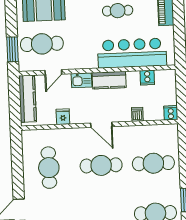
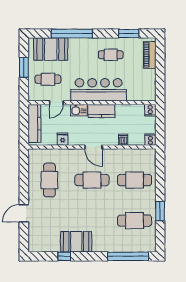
cafe table: (42, 44) -> (48, 79), width x0.73, depth x0.74
window: (12, 49) -> (24, 67), moved
bar counter: (132, 53) -> (99, 90), moved
cooker: (147, 78) -> (150, 110), moved

